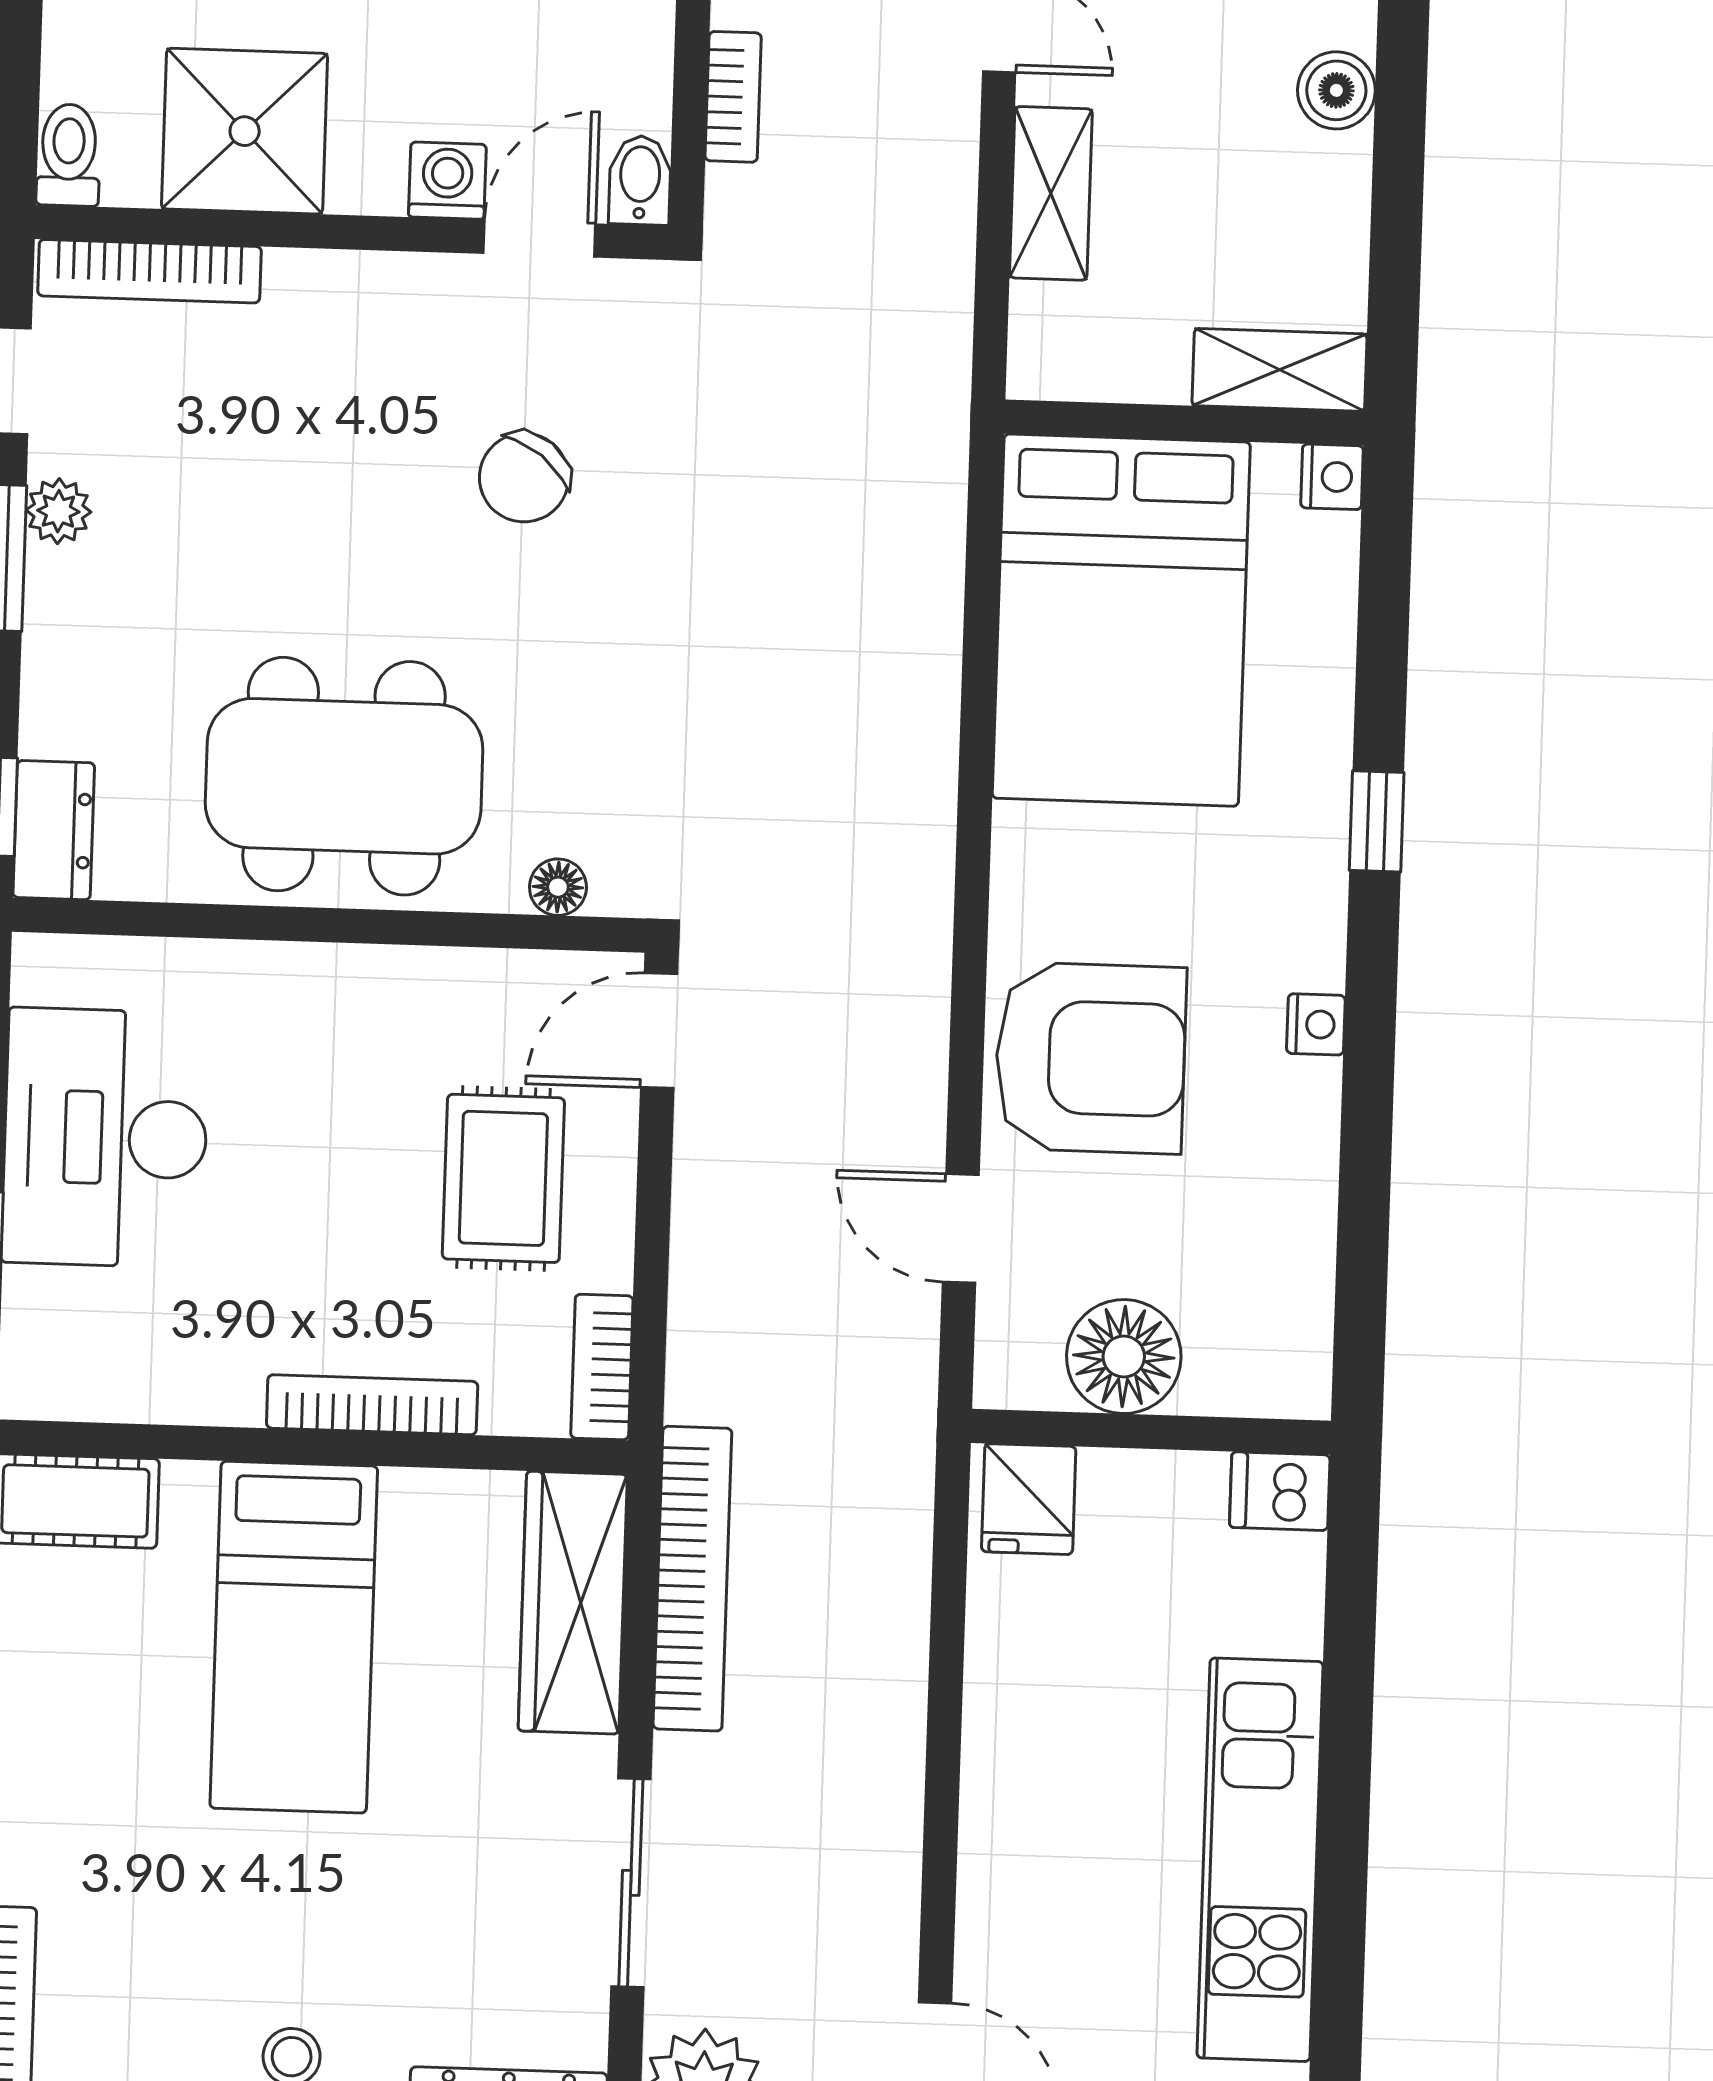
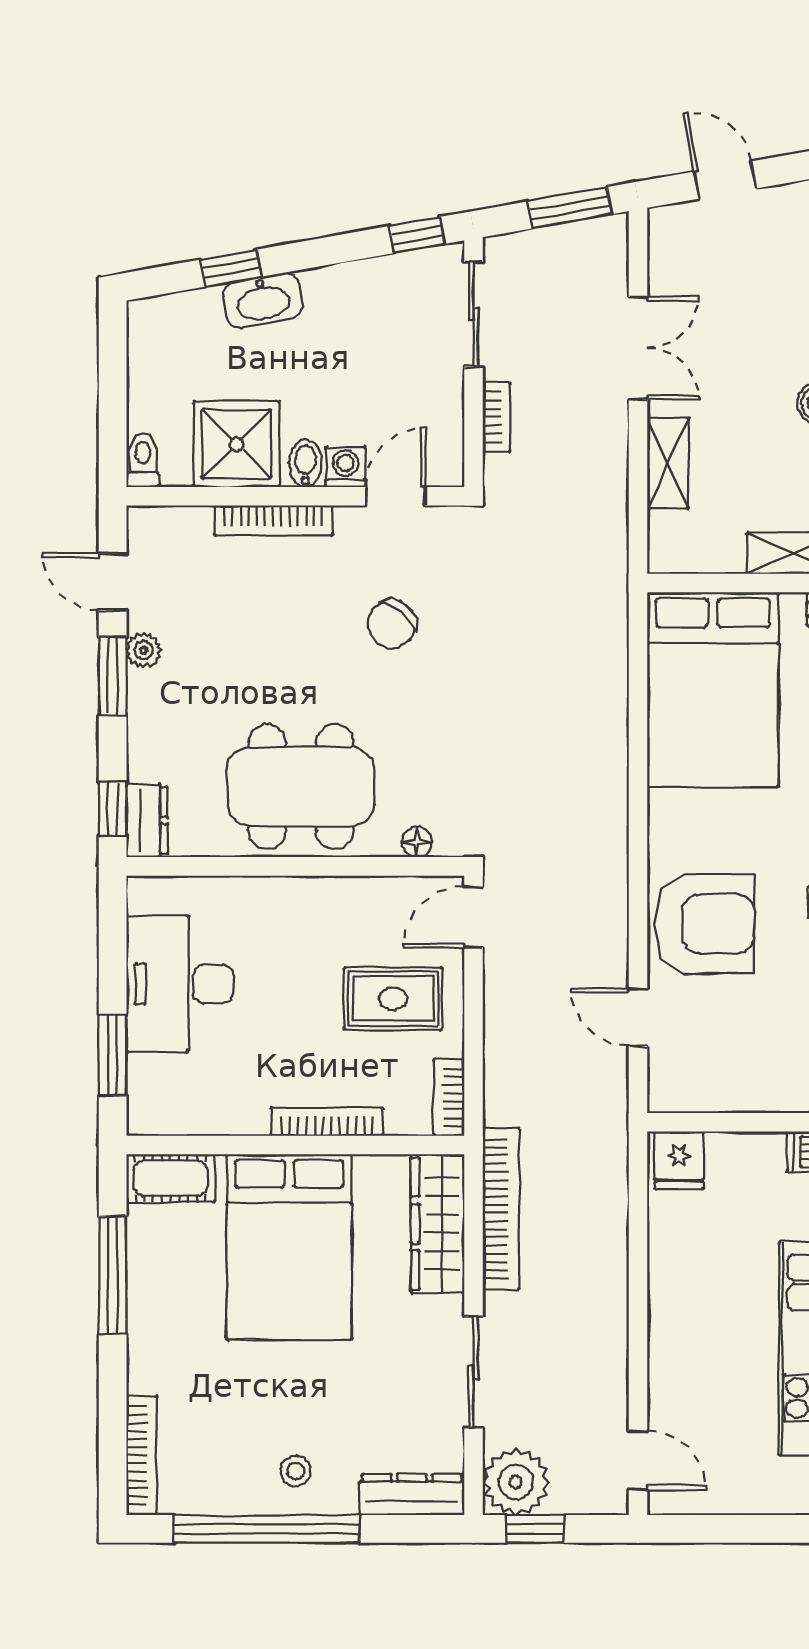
bidet: (640, 180) -> (306, 463), moved
bookcase: (149, 271) -> (273, 521), moved
rug: (503, 1178) -> (393, 999), turned 90
floor lamp: (1124, 1357) -> (727, 1083), removed
bed: (294, 1637) -> (289, 1247), width x1.50

